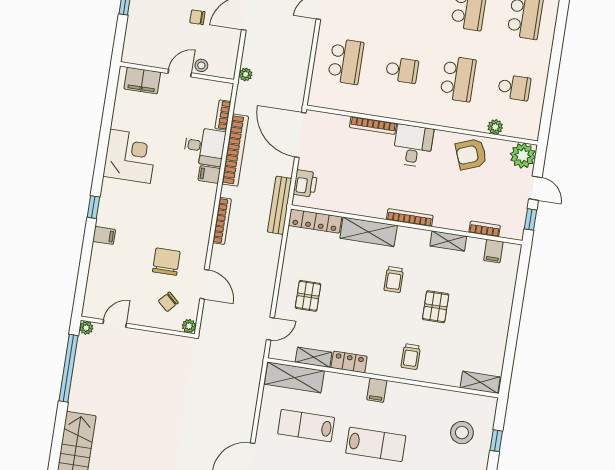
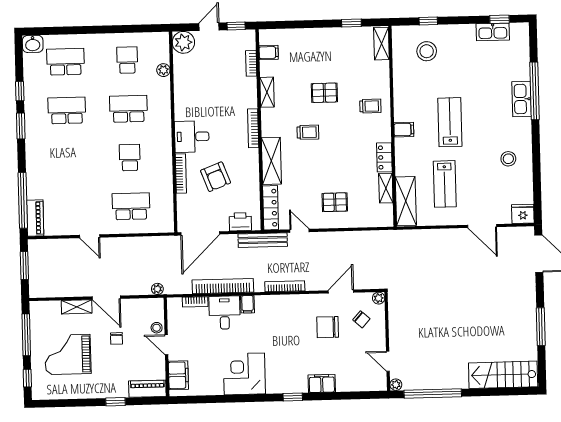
piano: (133, 42) -> (147, 389), added
armchair: (471, 154) -> (216, 177), moved
filing cabinet: (104, 235) -> (322, 384), width x2.00
door: (270, 329) -> (300, 231), moved
window: (510, 352) -> (351, 23), added

